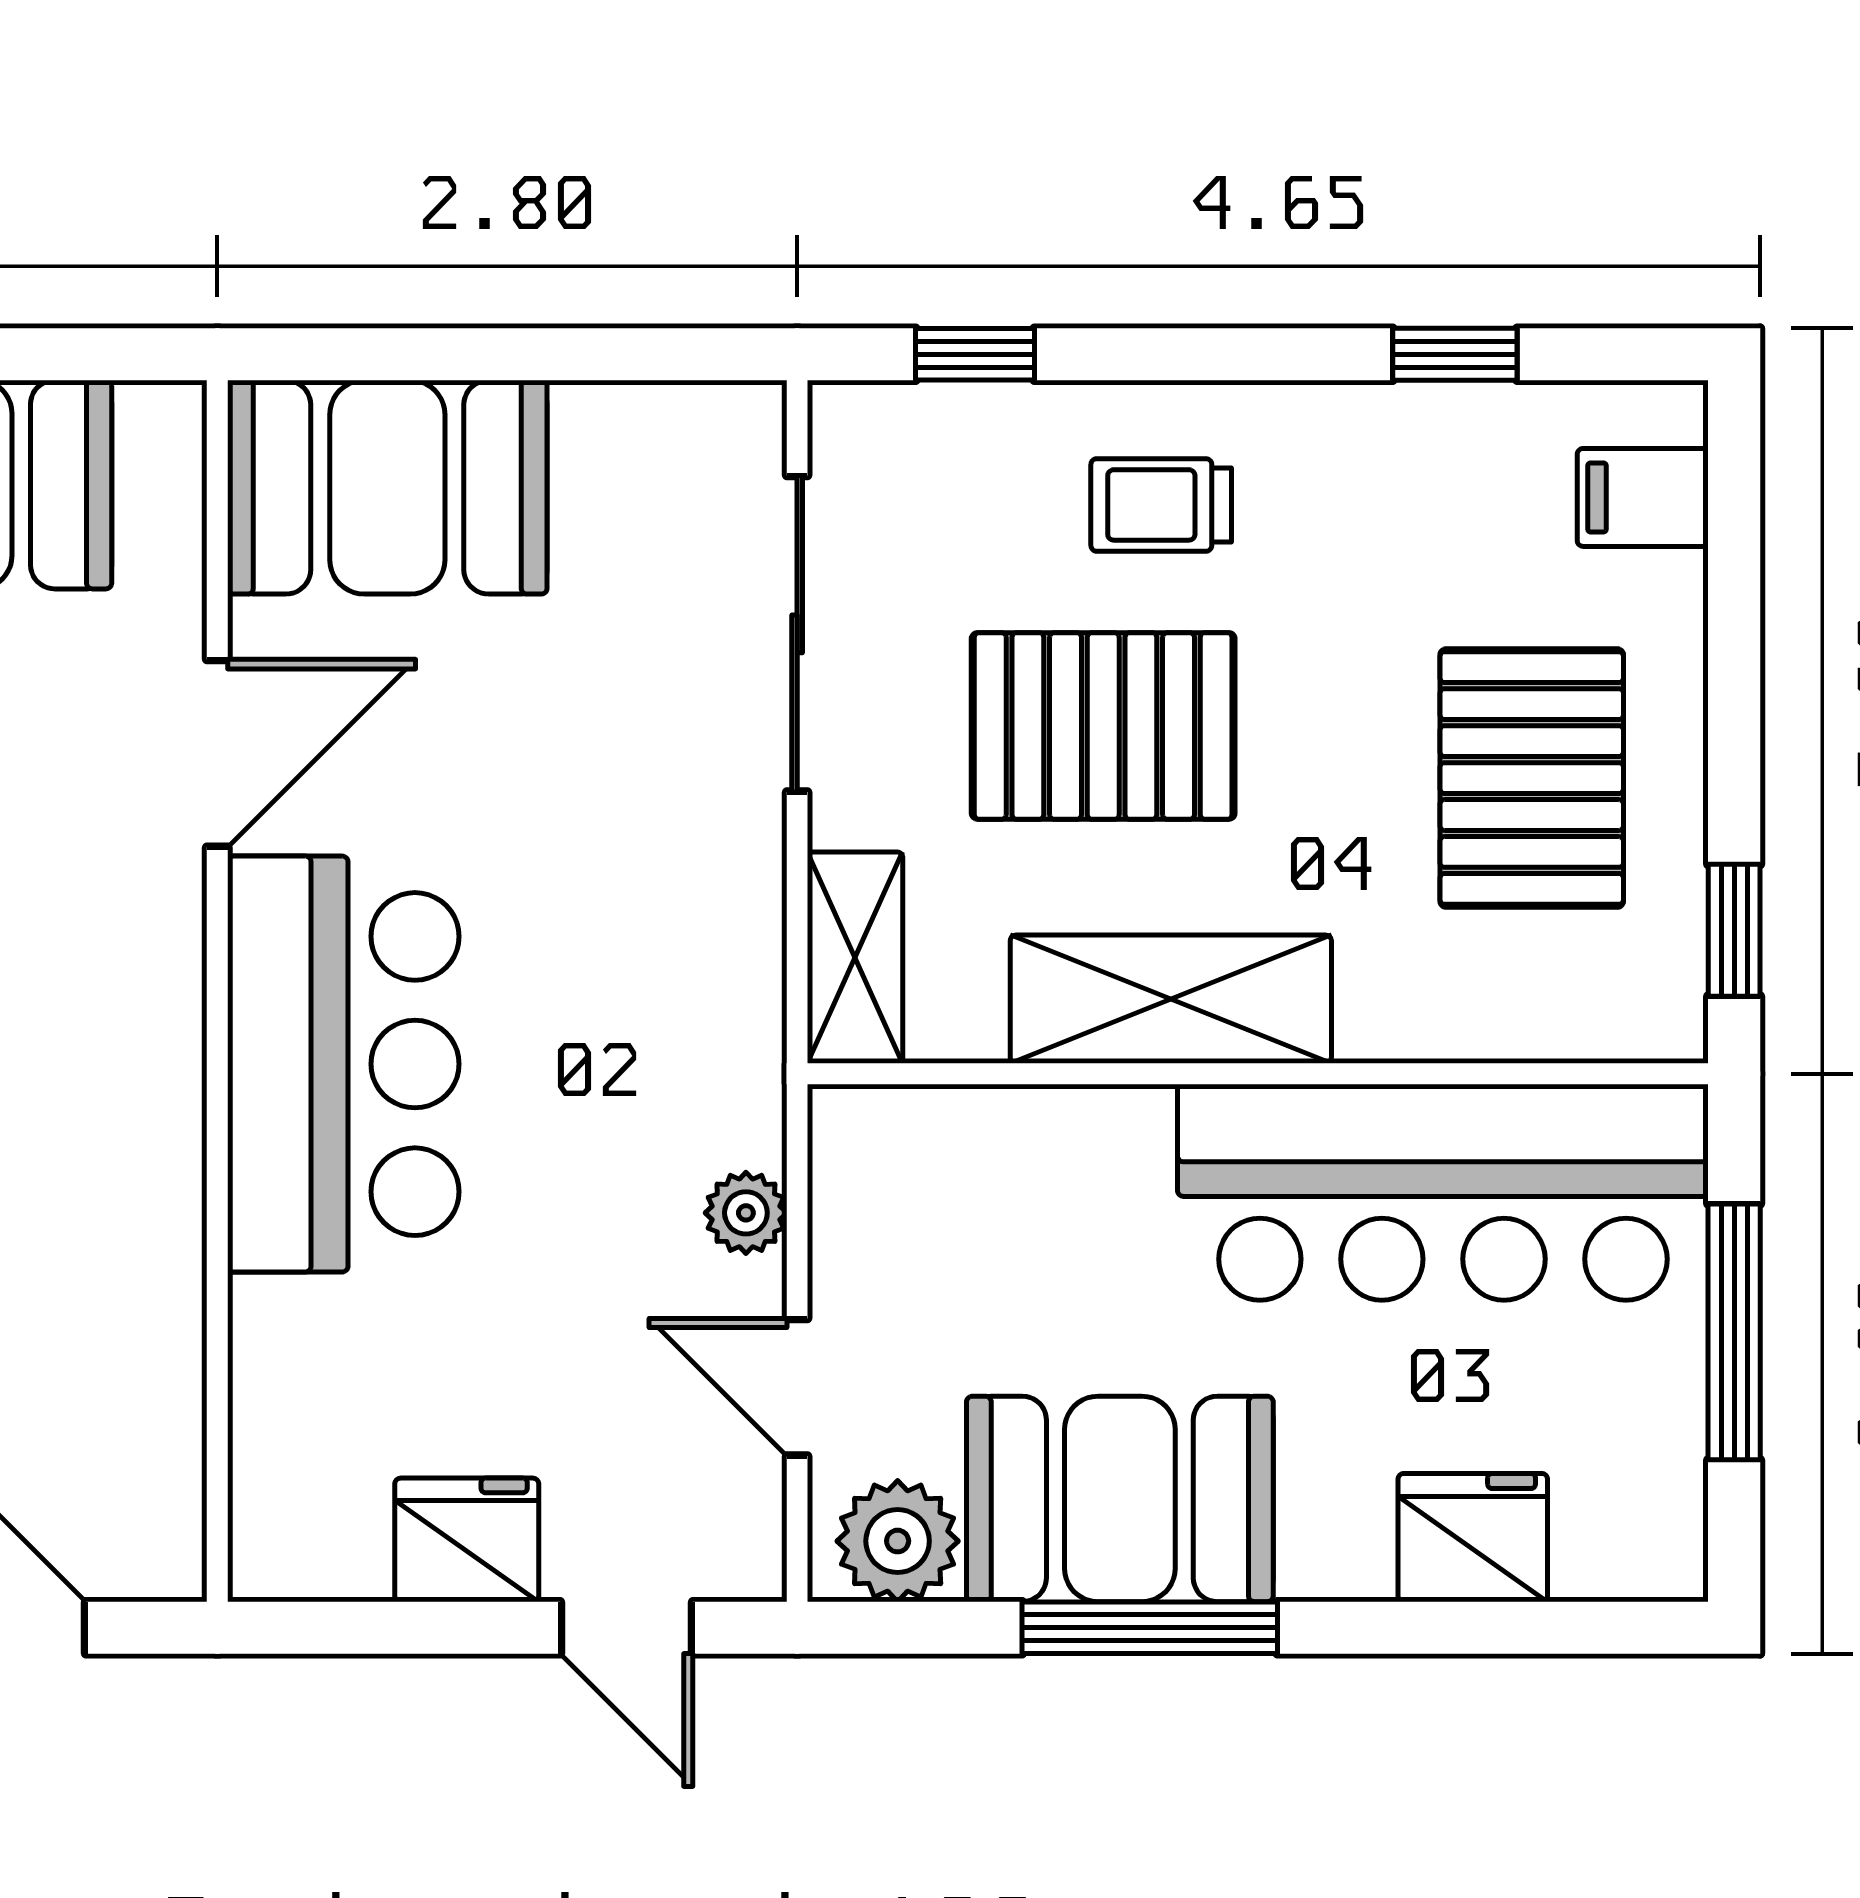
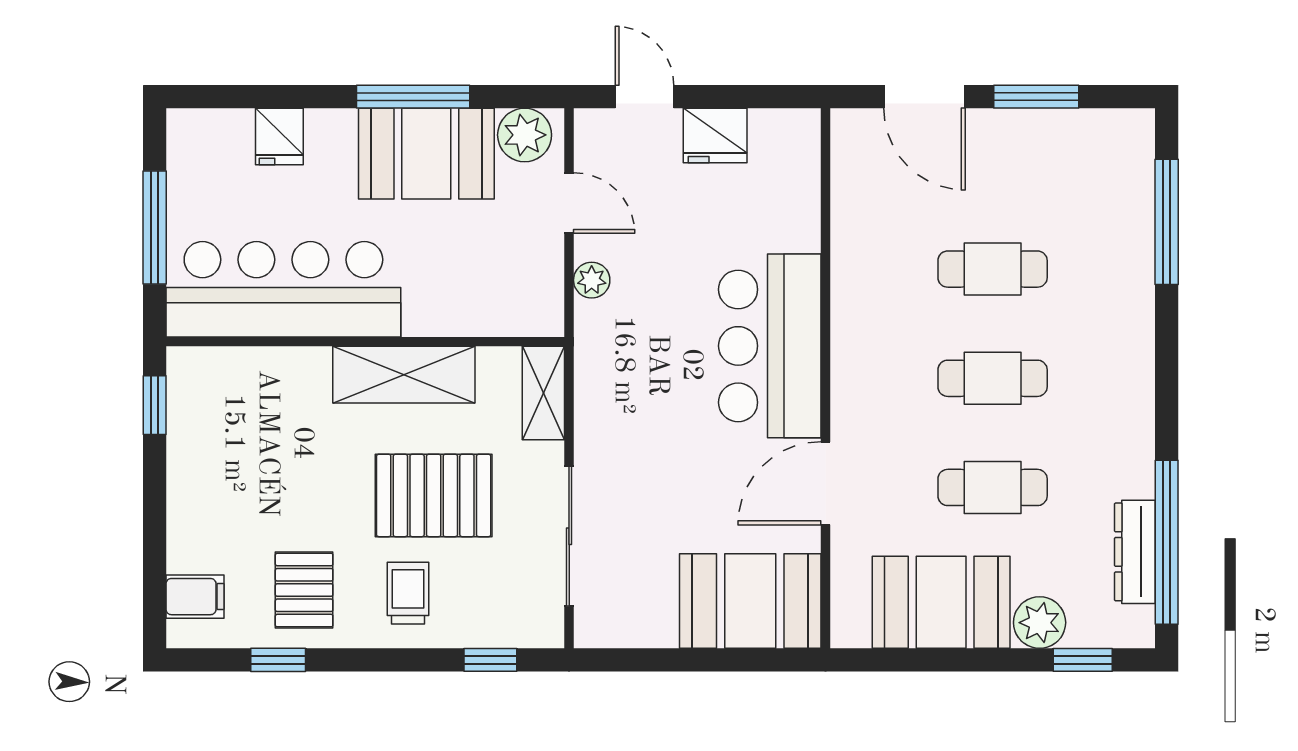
trolley: (1161, 505) -> (408, 593), turned -90
pallet: (1532, 778) -> (304, 590), moved, width x0.67, depth x0.71
fridge: (1473, 1538) -> (279, 137), width x0.72

